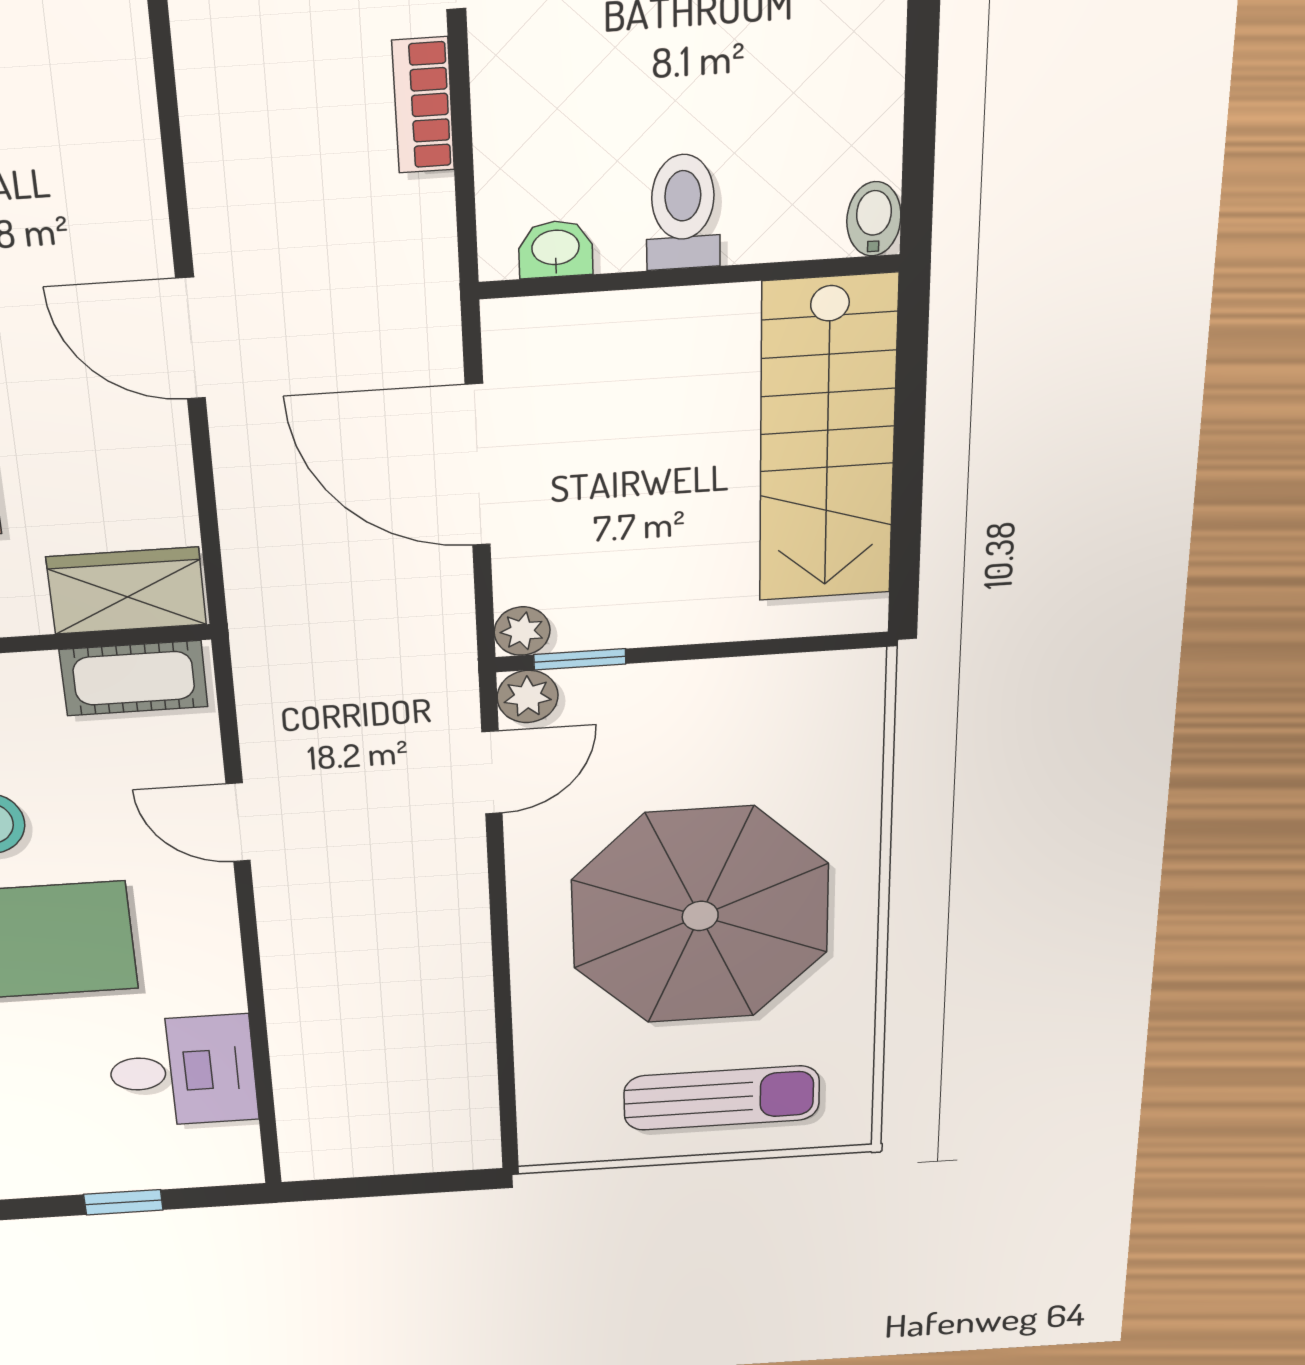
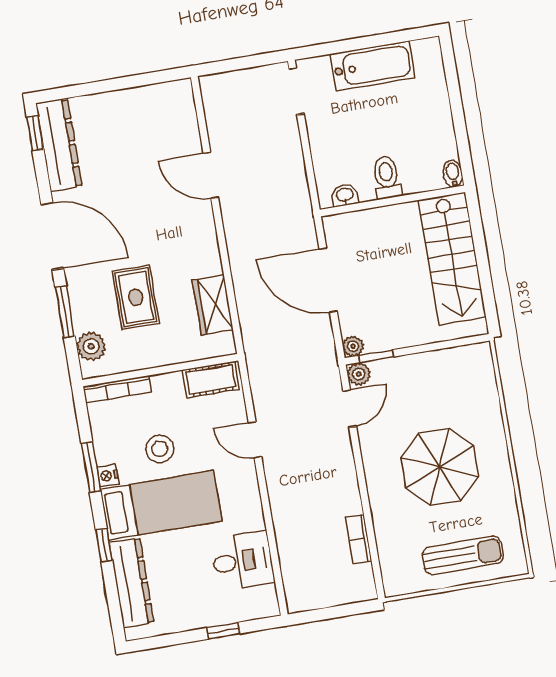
bookcase: (423, 105) -> (359, 539), moved
door: (191, 339) -> (211, 175), moved
wardrobe: (126, 591) -> (213, 305), moved, turned -90
parasol: (700, 916) -> (440, 467), width x0.73, depth x0.73

